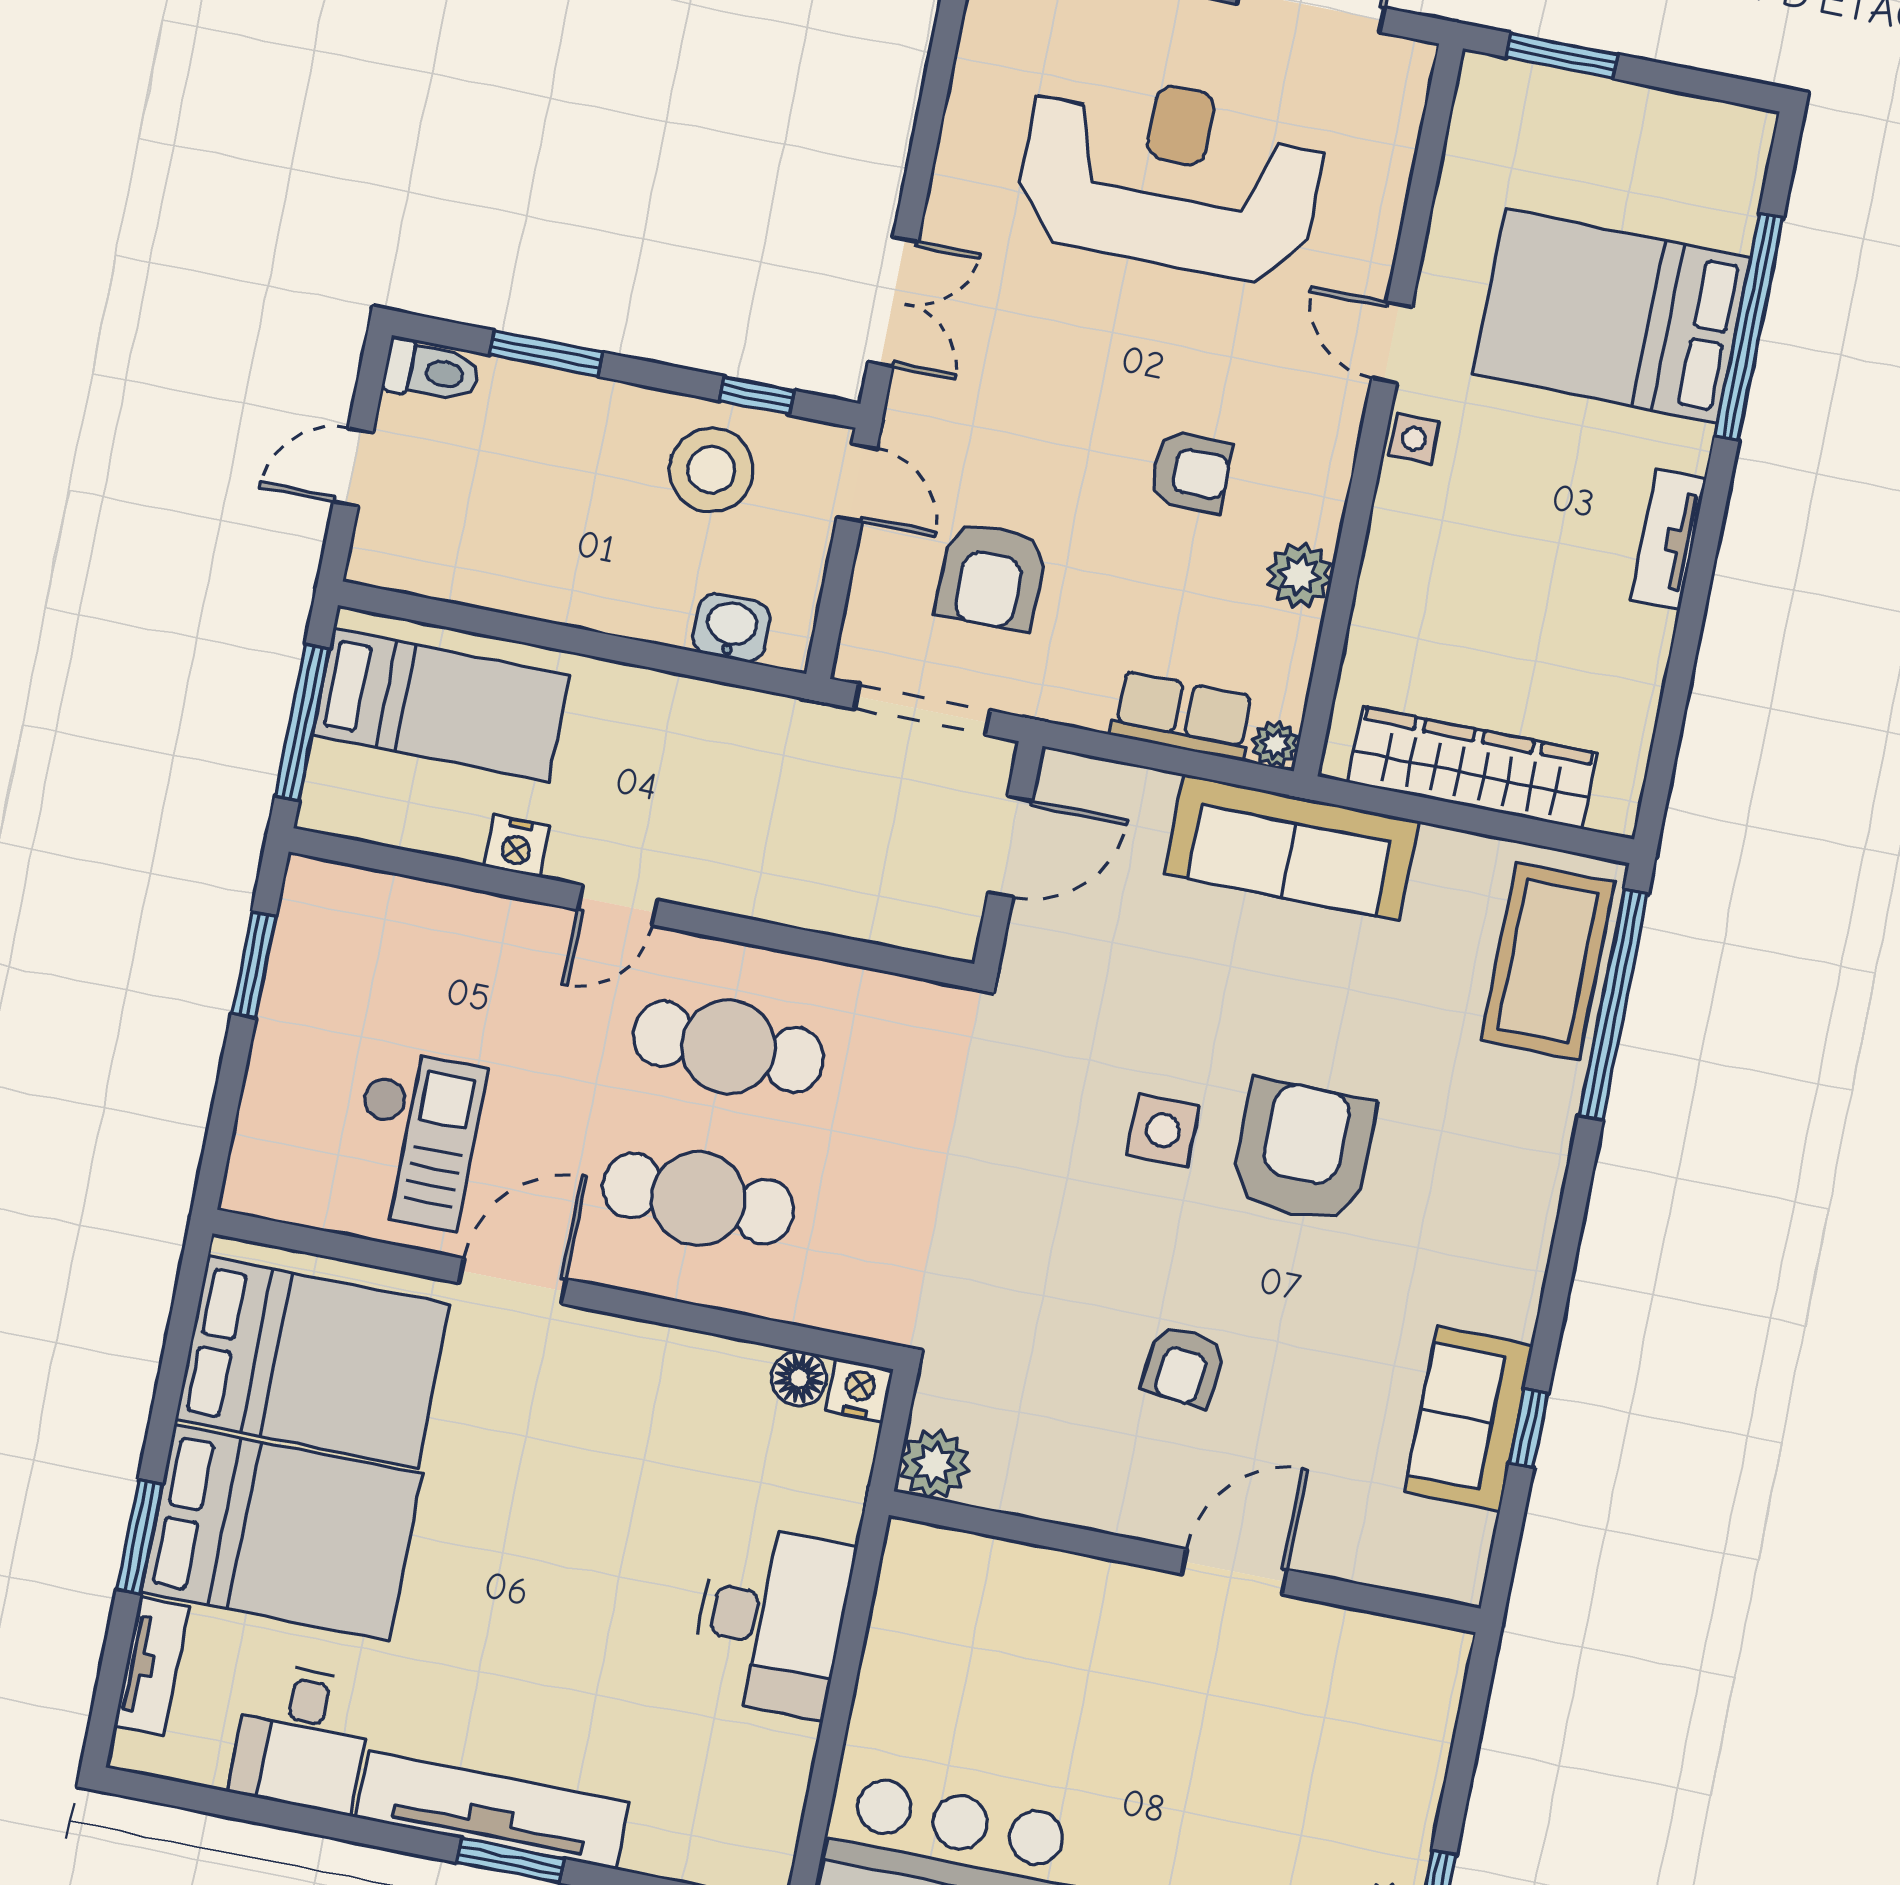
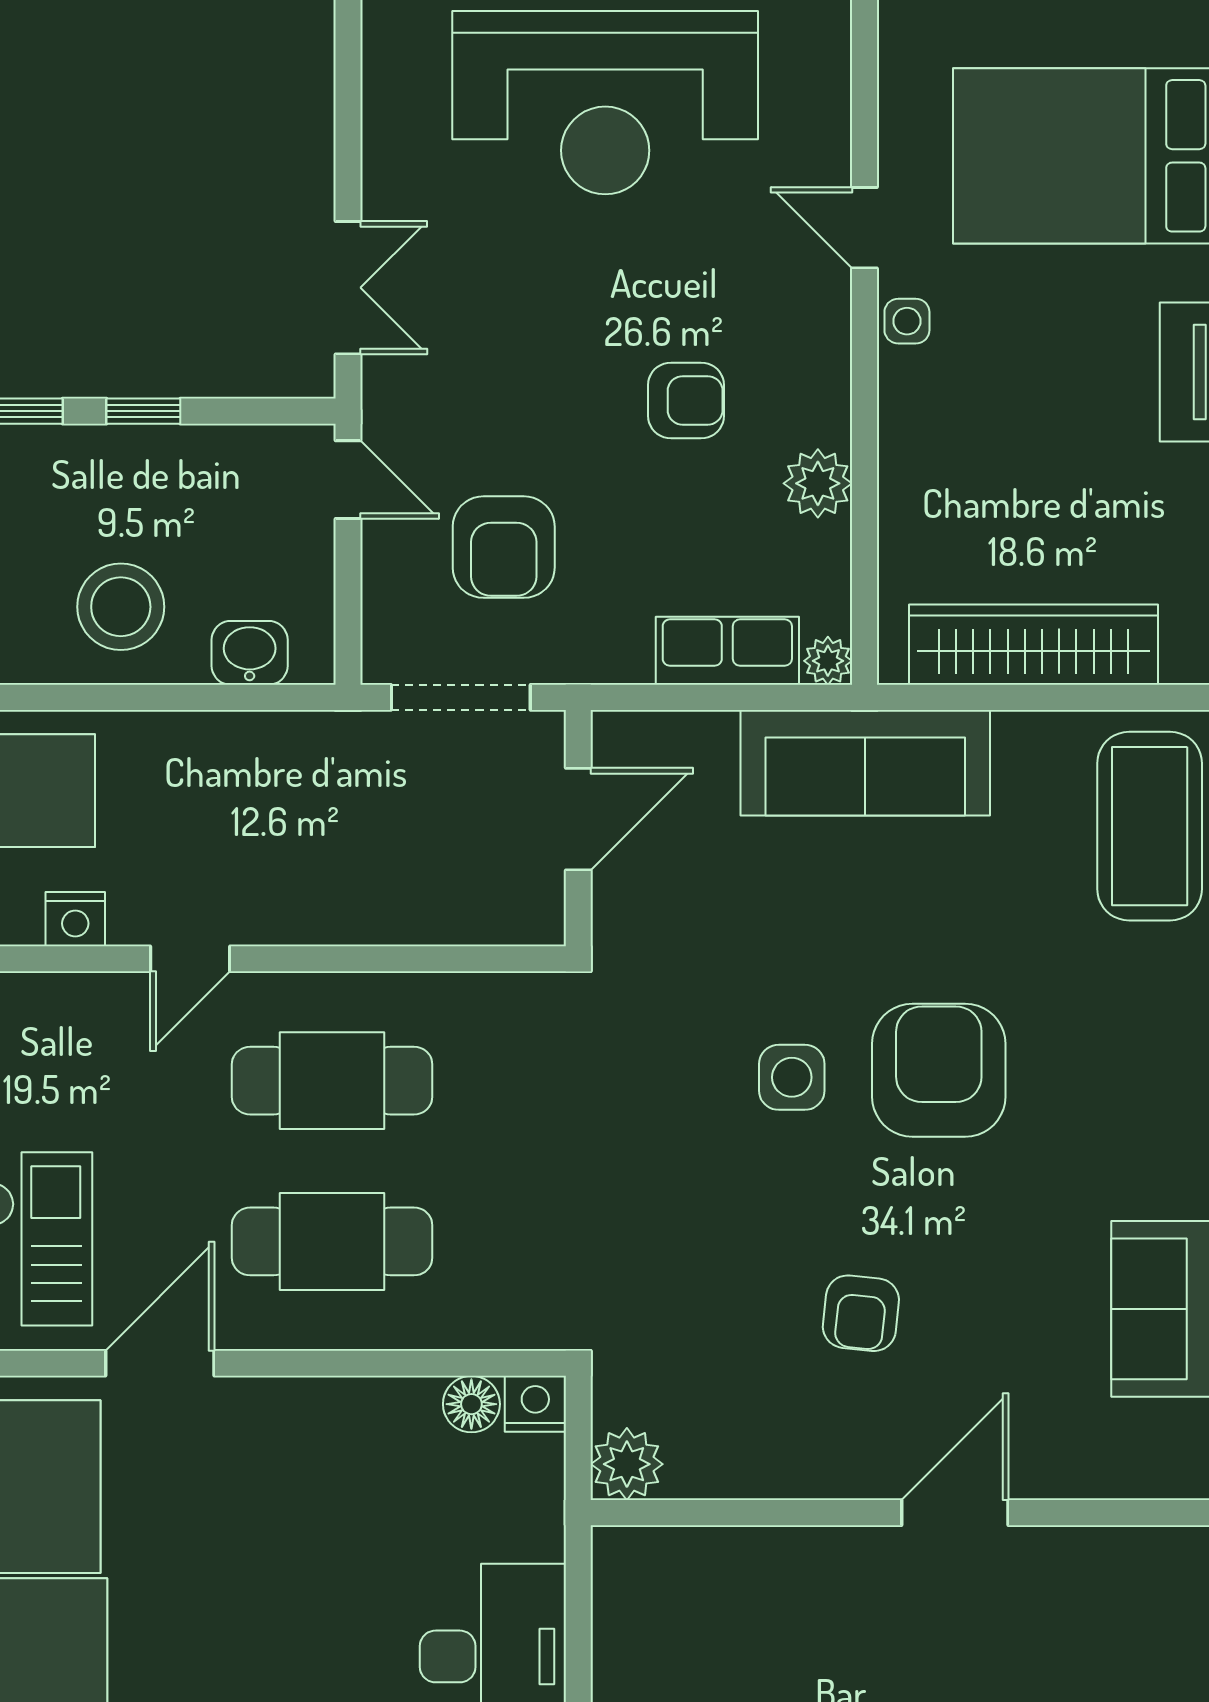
reception desk: (1171, 176) -> (605, 103), turned 180
window: (757, 396) -> (143, 411), moved
stool: (711, 470) -> (121, 607), moved

